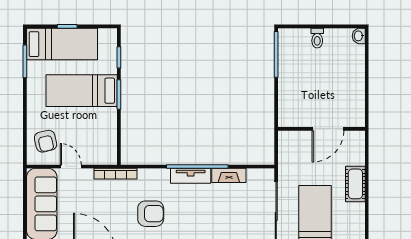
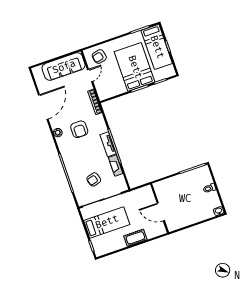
bed: (82, 91) -> (135, 67), width x1.50
armchair: (239, 218) -> (94, 179), added

